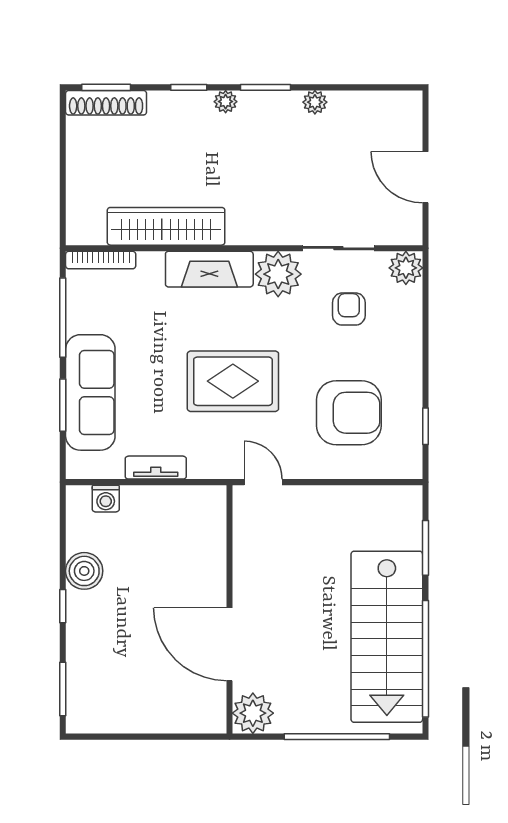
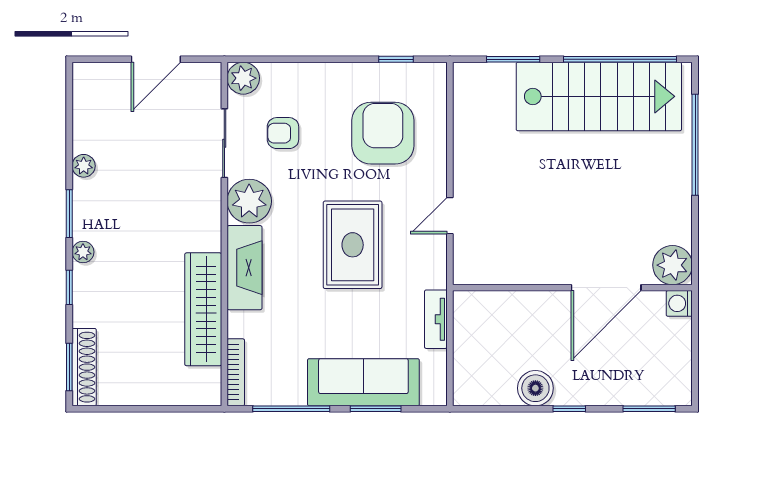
washing machine: (106, 499) -> (679, 303), moved, turned 180
wall: (230, 609) -> (572, 288), moved
door: (230, 644) -> (606, 288), moved
plant: (253, 713) -> (673, 265), moved

